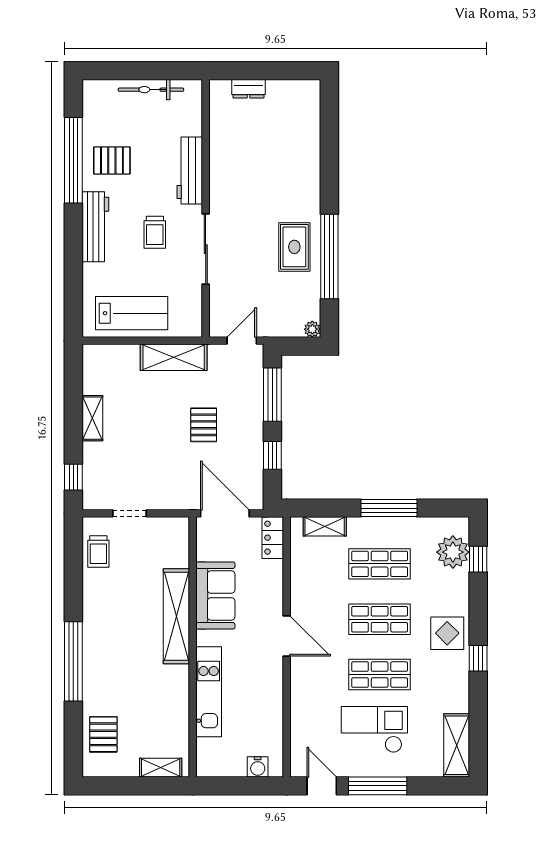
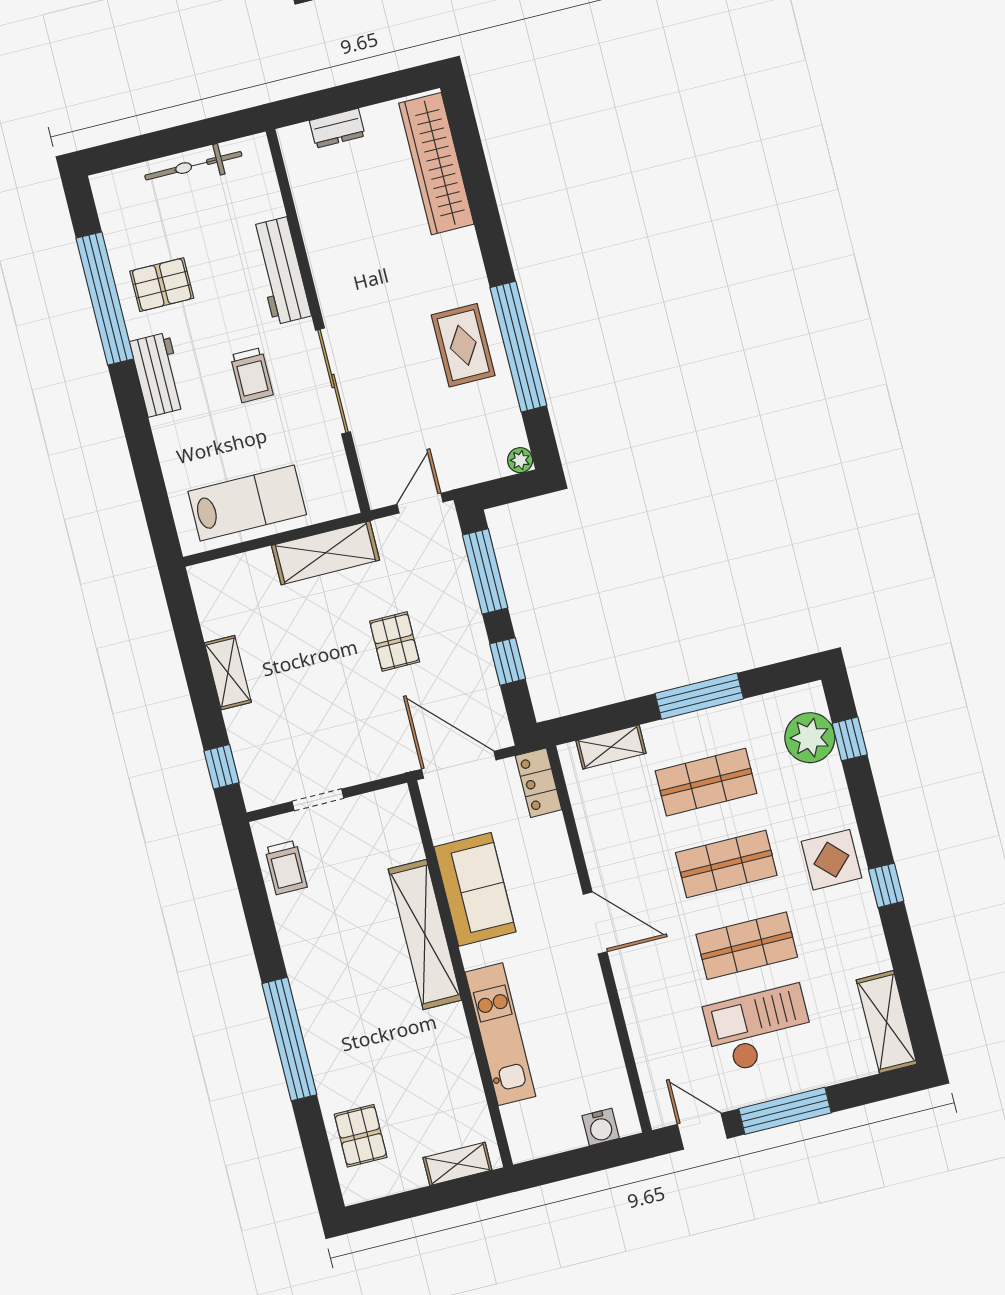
wardrobe: (306, 127) -> (436, 164), added
workbench: (95, 227) -> (158, 375), width x0.73

